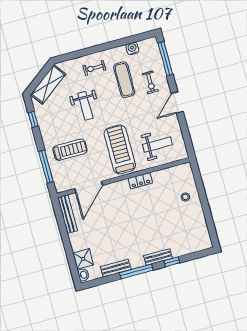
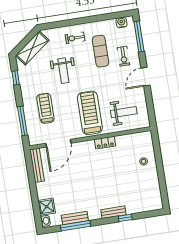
water cooler: (132, 48) -> (121, 22), moved
treadmill: (70, 150) -> (45, 108), turned -90
window: (136, 271) -> (75, 226), moved

